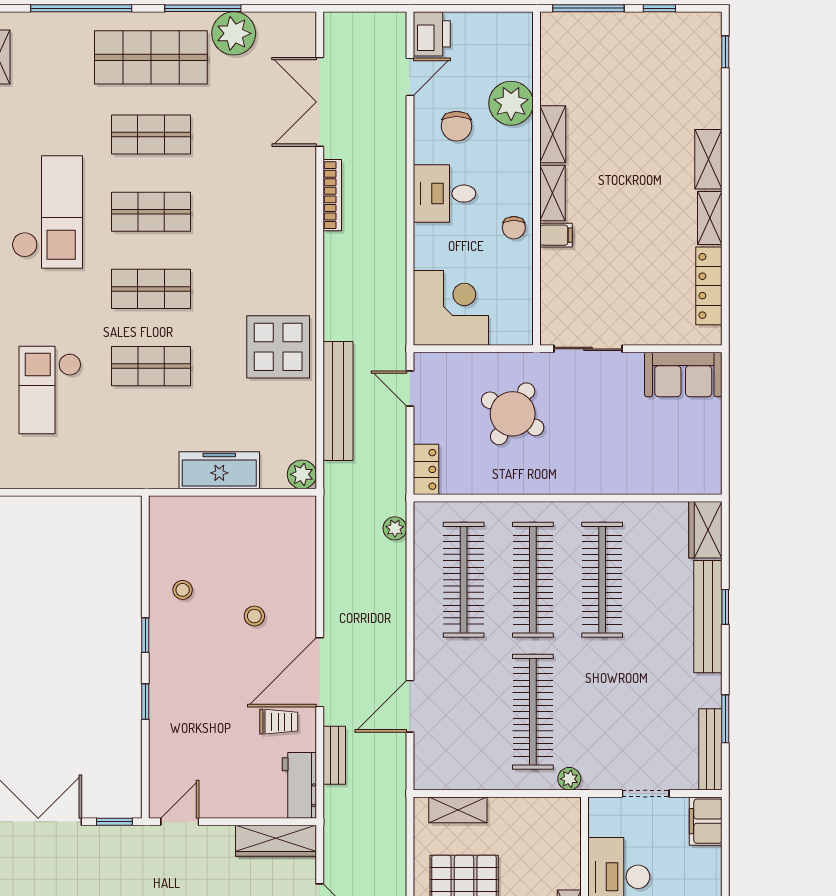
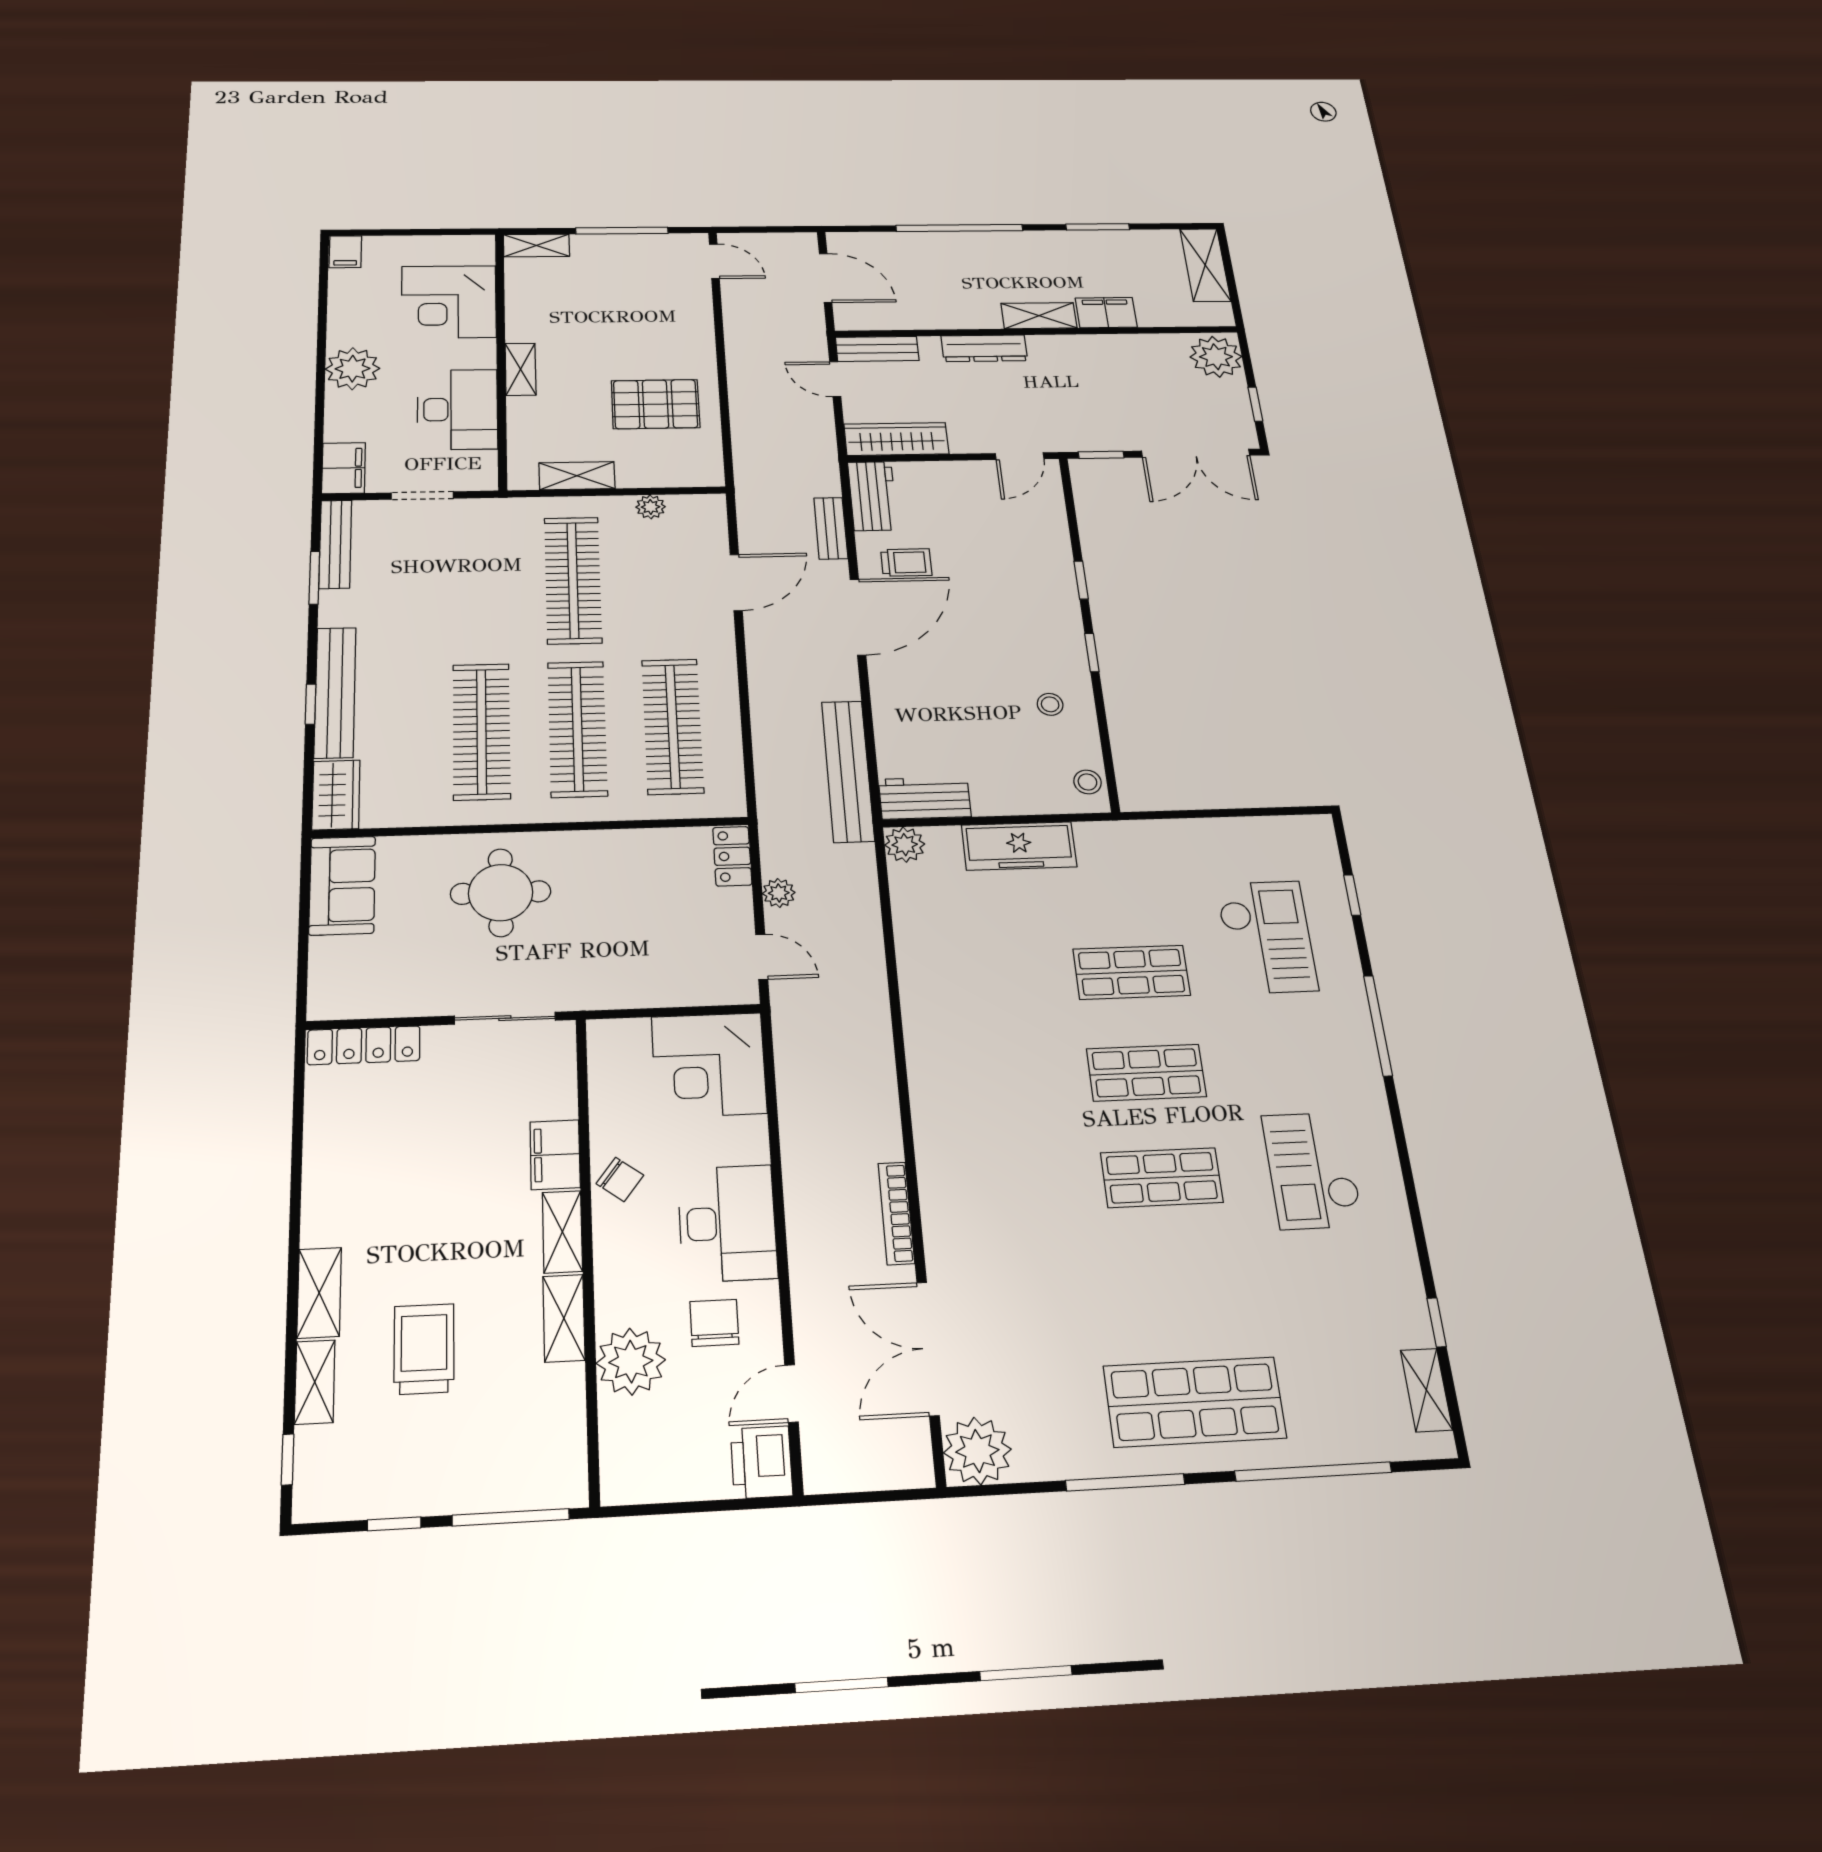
plant: (234, 33) -> (977, 1451), moved
double door: (320, 102) -> (928, 1348), swing flipped
trolley: (642, 118) -> (424, 1349), added
shop shelf: (151, 135) -> (1178, 1287), removed
desk: (444, 194) -> (727, 1223), width x1.37
checkout: (47, 212) -> (1312, 1170), width x0.73, depth x0.83
shelving: (710, 218) -> (315, 1382), moved
chair: (514, 228) -> (620, 1179), turned 127
filing cabinet: (556, 235) -> (555, 1155), width x2.00
locker: (709, 286) -> (364, 1045), moved, turned 90
display table: (278, 347) -> (955, 1004), removed
sofa: (683, 374) -> (342, 885), moved, turned 90
bench: (338, 401) -> (848, 771), moved
round table: (513, 414) -> (501, 893), moved, turned -31
workbench: (284, 513) -> (925, 798), added
plant: (395, 528) -> (779, 893), moved
stool: (254, 616) -> (1087, 782), moved
trolley: (279, 722) -> (906, 562), turned 180
plant: (569, 779) -> (651, 507), moved
shelving: (458, 810) -> (577, 476), moved

